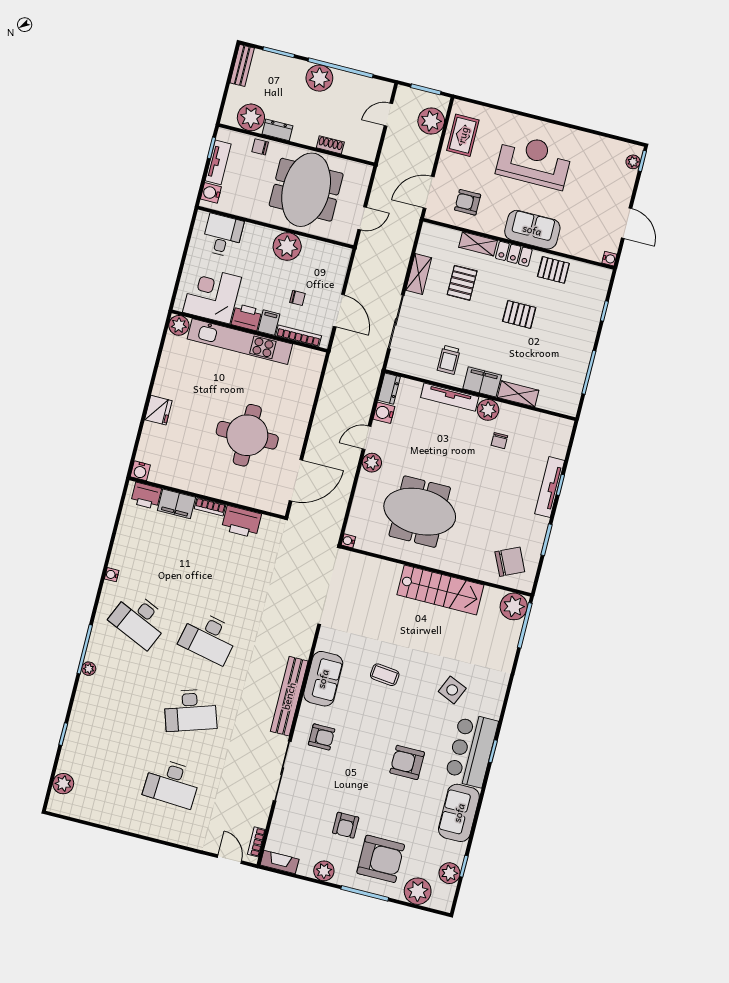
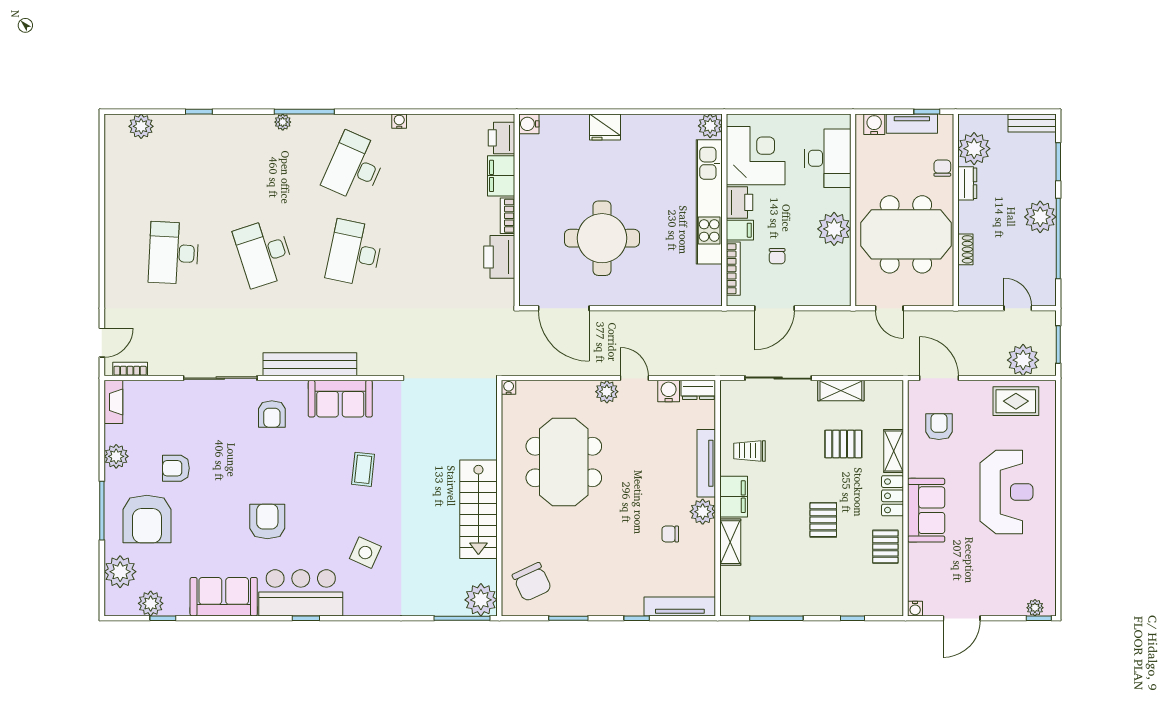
desk: (223, 235) -> (828, 158), width x1.37
tv unit: (550, 487) -> (680, 606), moved

